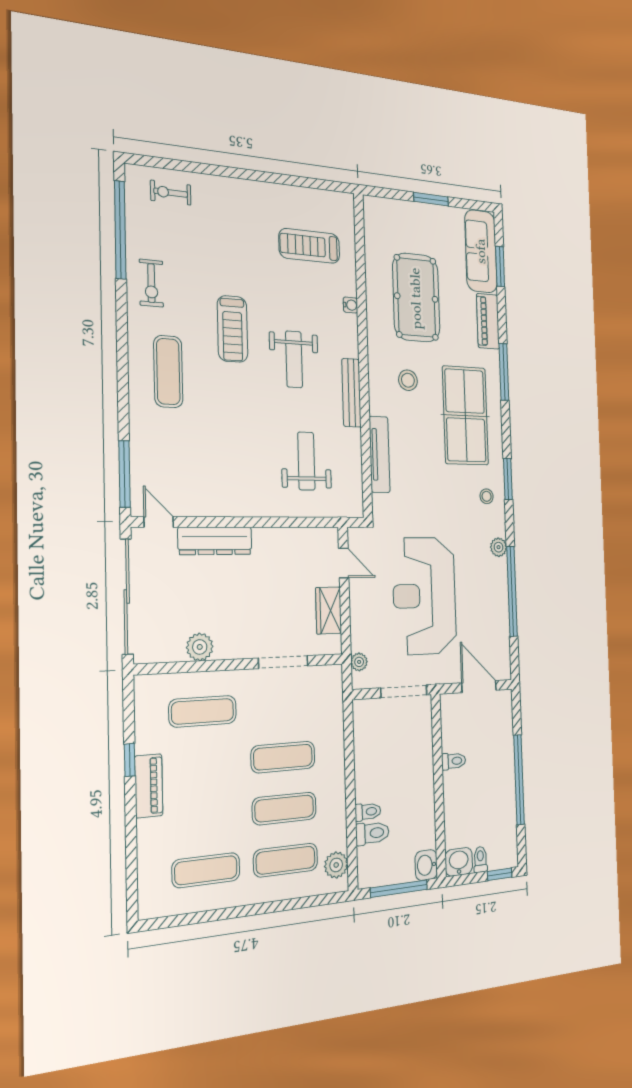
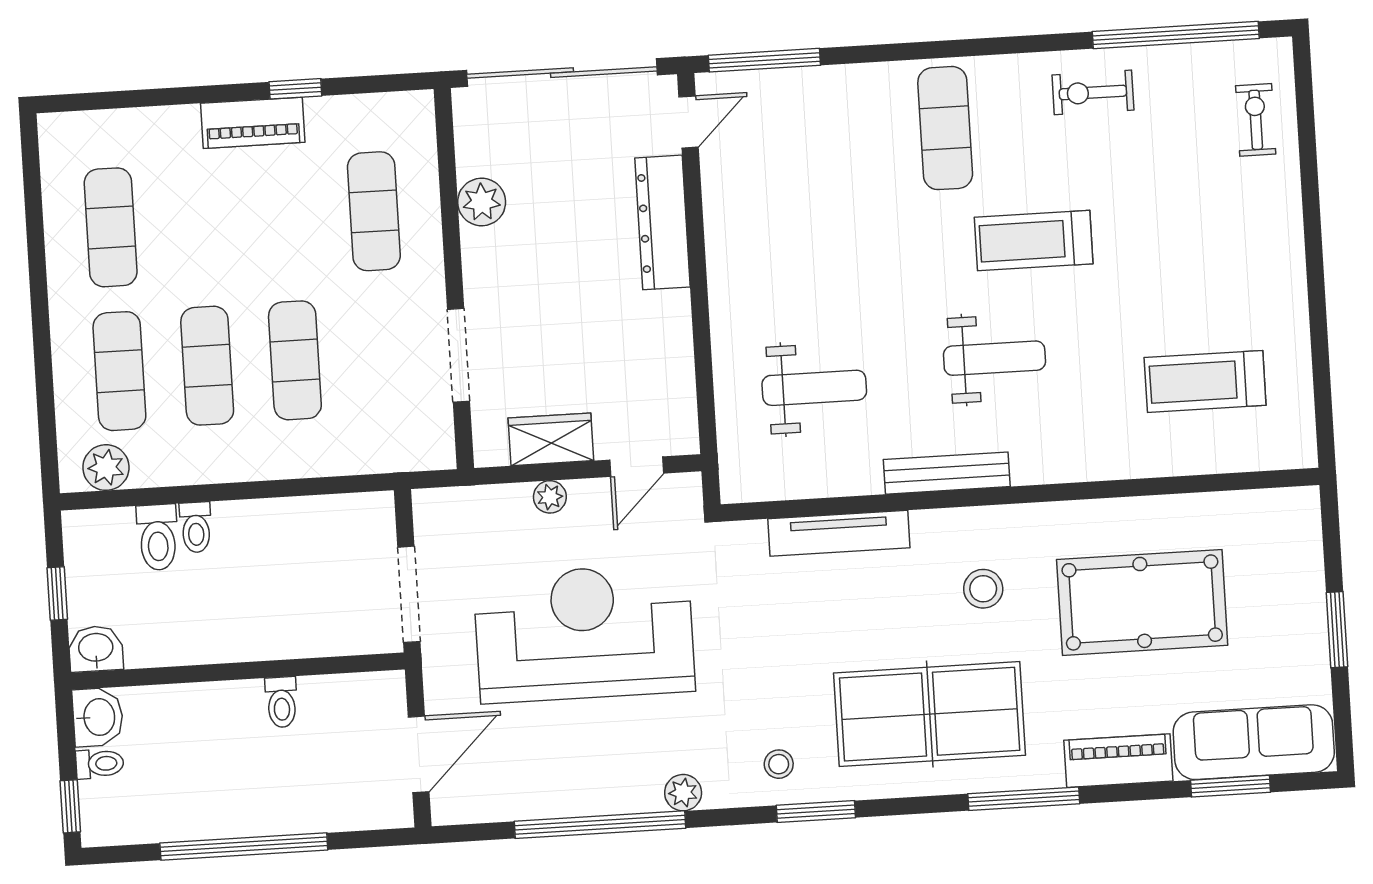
treadmill: (309, 246) -> (1205, 381), turned -90
water cooler: (351, 305) -> (1108, 467), removed
weight bench: (294, 359) -> (994, 358), turned 180
exercise mat: (168, 372) -> (945, 128), turned 90
plant: (359, 662) -> (550, 497), moved
window: (399, 889) -> (57, 594), width x0.46

